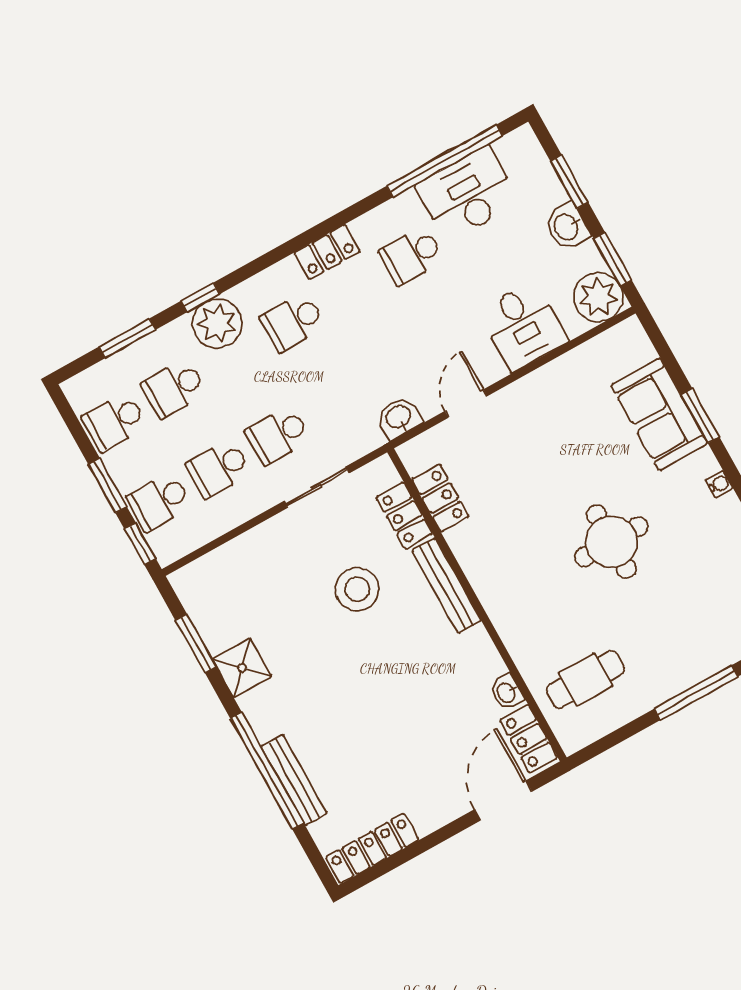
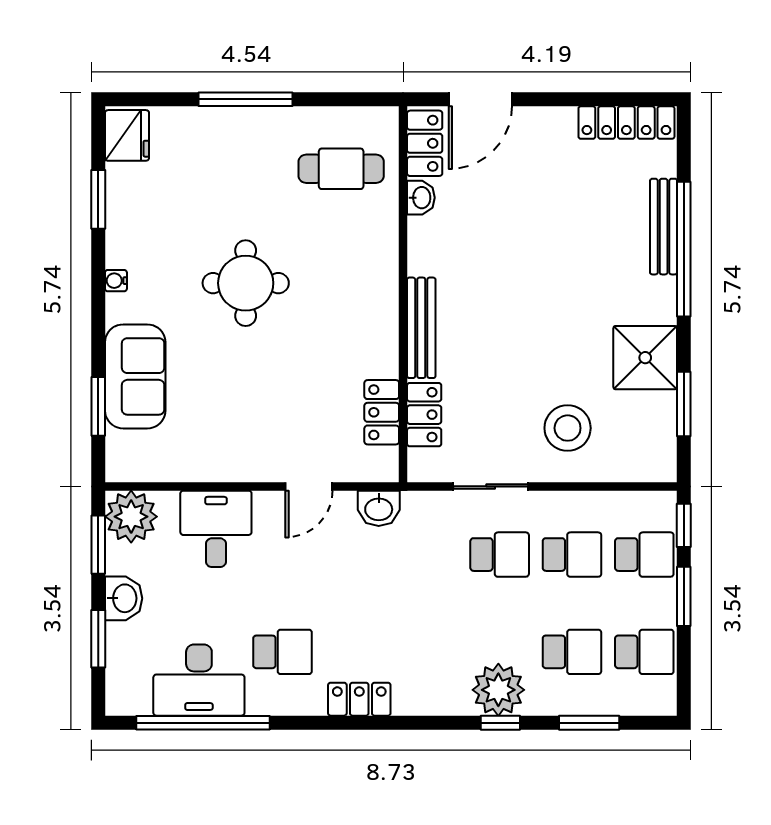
school desk: (293, 322) -> (427, 652), removed
window: (700, 416) -> (98, 406), moved
stool: (357, 589) -> (568, 428), moved
shower: (242, 668) -> (645, 358), width x1.36, depth x1.36

